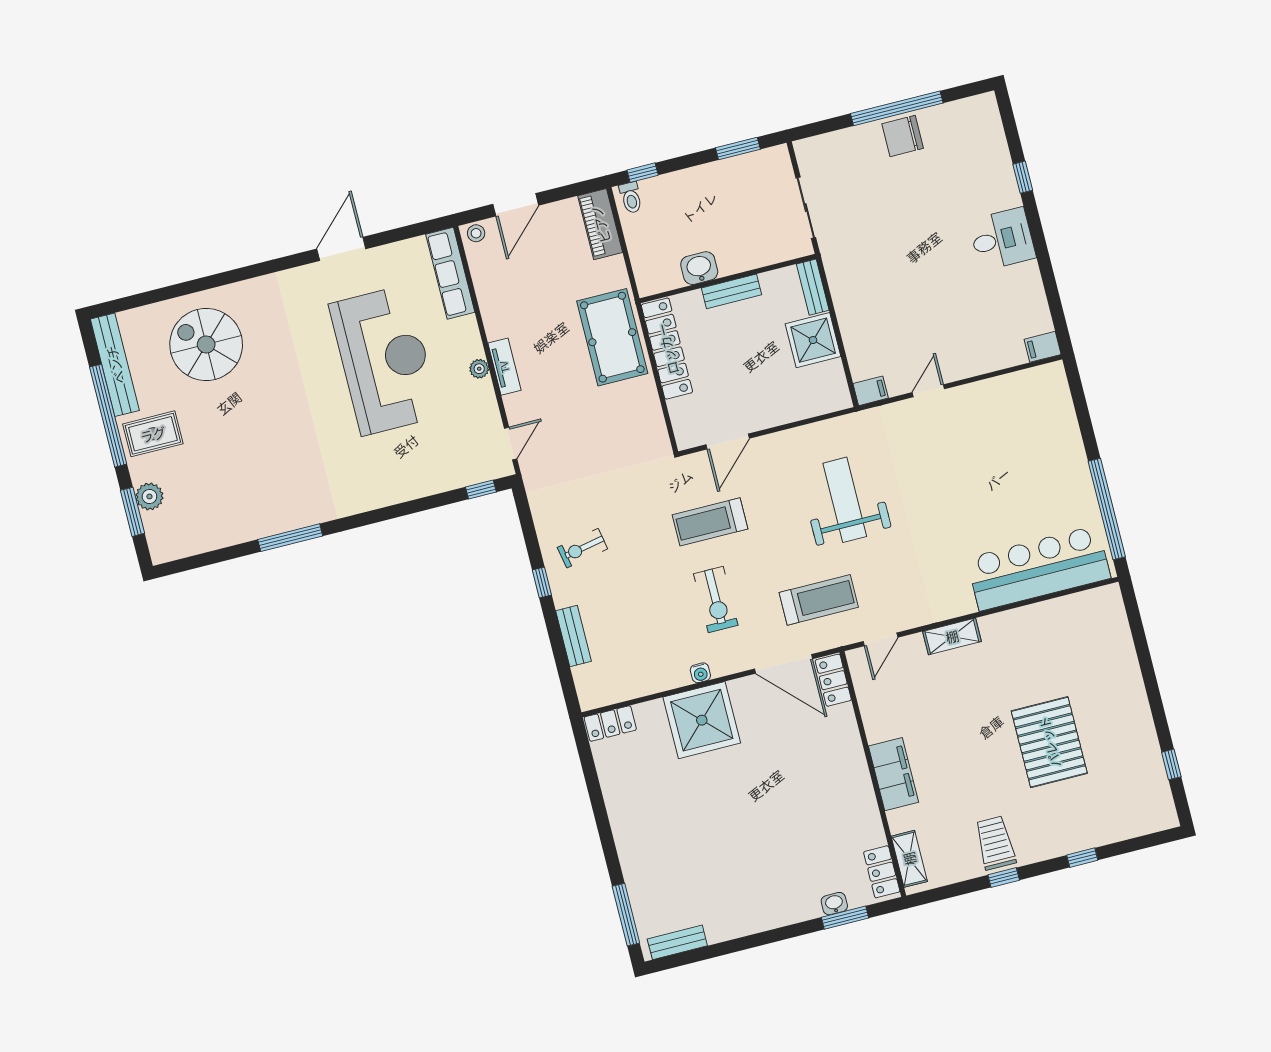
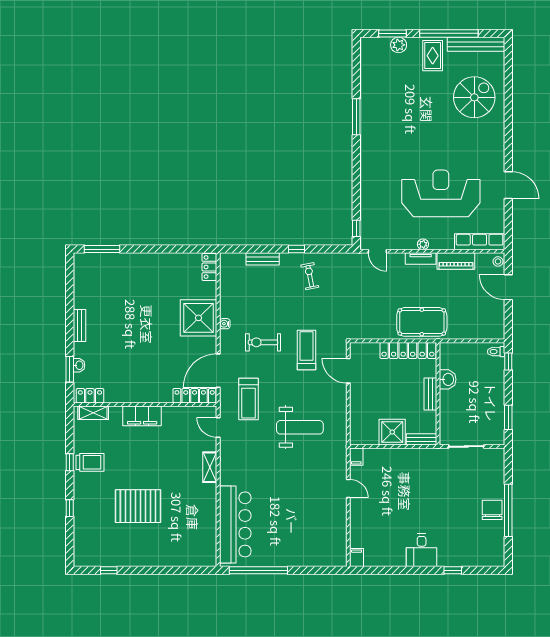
piano: (600, 224) -> (456, 261), moved, turned 180
reception desk: (385, 360) -> (441, 193), turned 180
locker: (833, 680) -> (195, 396), width x1.53
bench: (677, 942) -> (80, 326), moved

